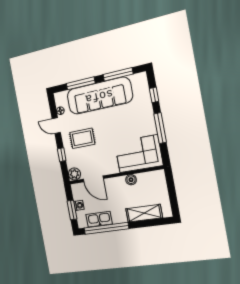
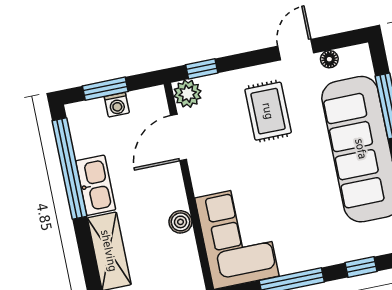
window: (62, 155) -> (202, 69), moved
kitchen sink: (99, 219) -> (96, 185), moved

